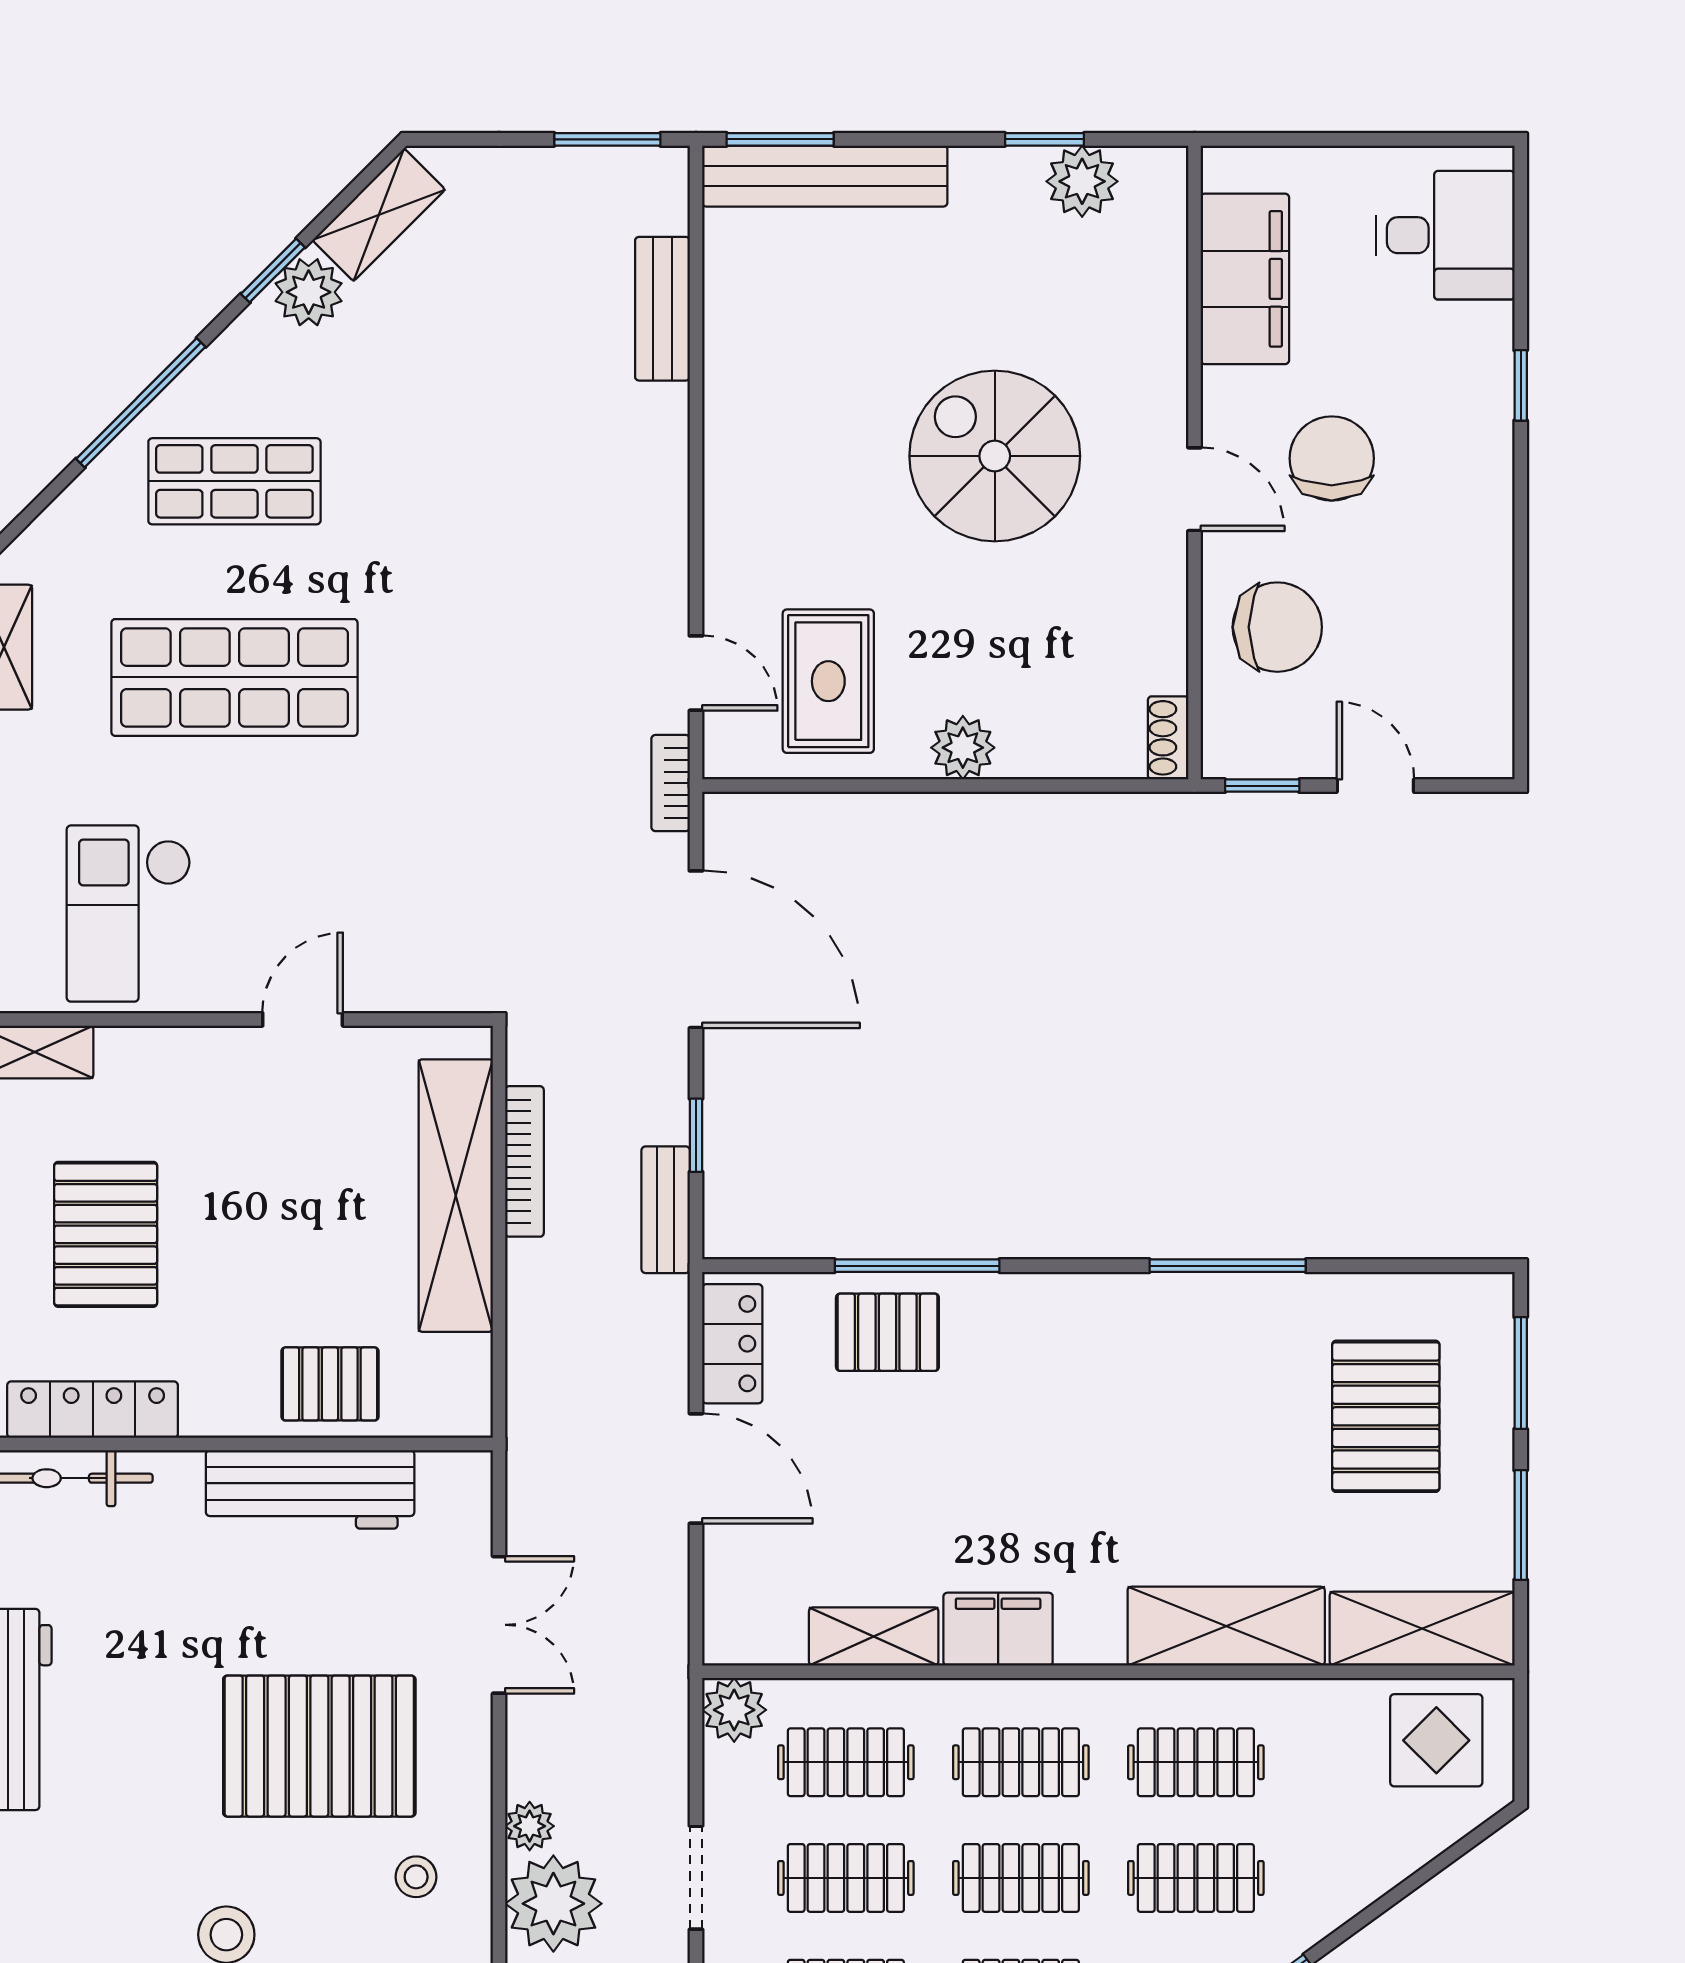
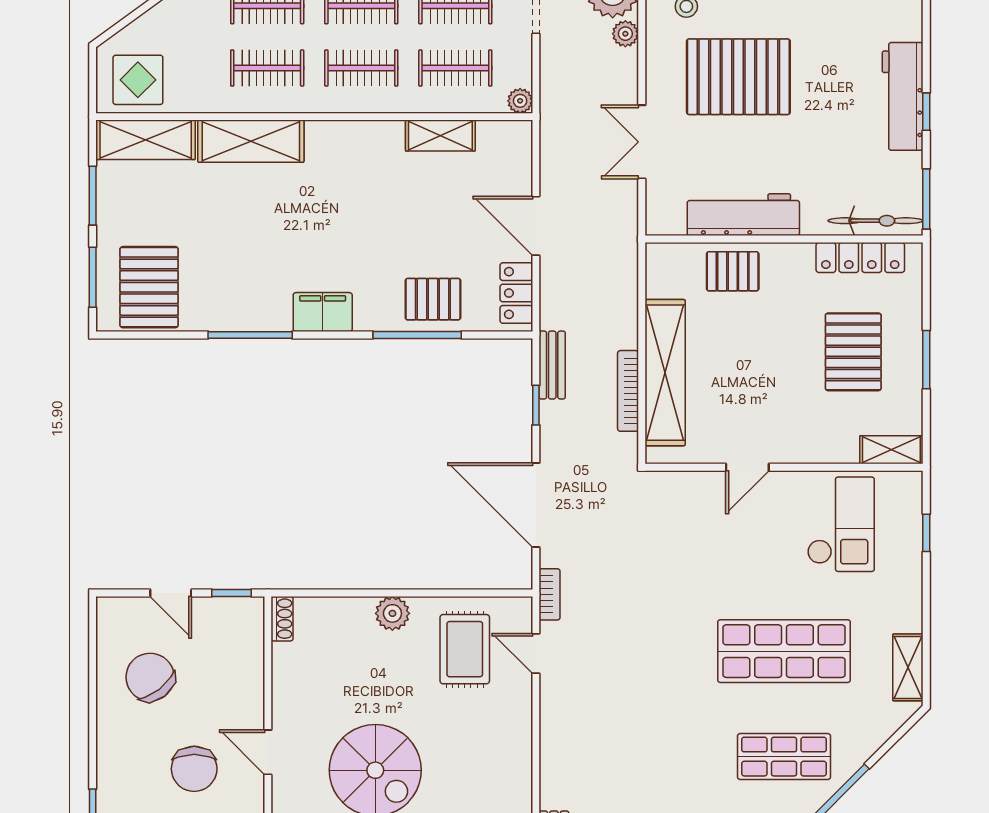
chair: (1277, 627) -> (150, 677), moved, turned 52
pallet: (1386, 1416) -> (149, 287), moved
filing cabinet: (998, 1629) -> (323, 312), moved, turned 180
plant: (734, 1710) -> (520, 101), width x0.73, depth x0.73

